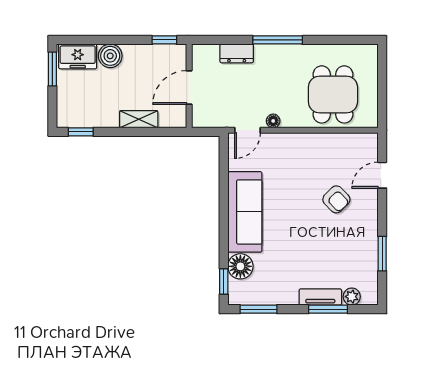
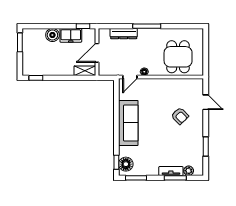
dresser: (237, 53) -> (124, 34), width x1.44
freezer: (78, 56) -> (71, 35), moved
shelving: (139, 119) -> (85, 71), moved
door: (382, 175) -> (206, 102), swing flipped
floor lamp: (240, 266) -> (126, 164), moved

